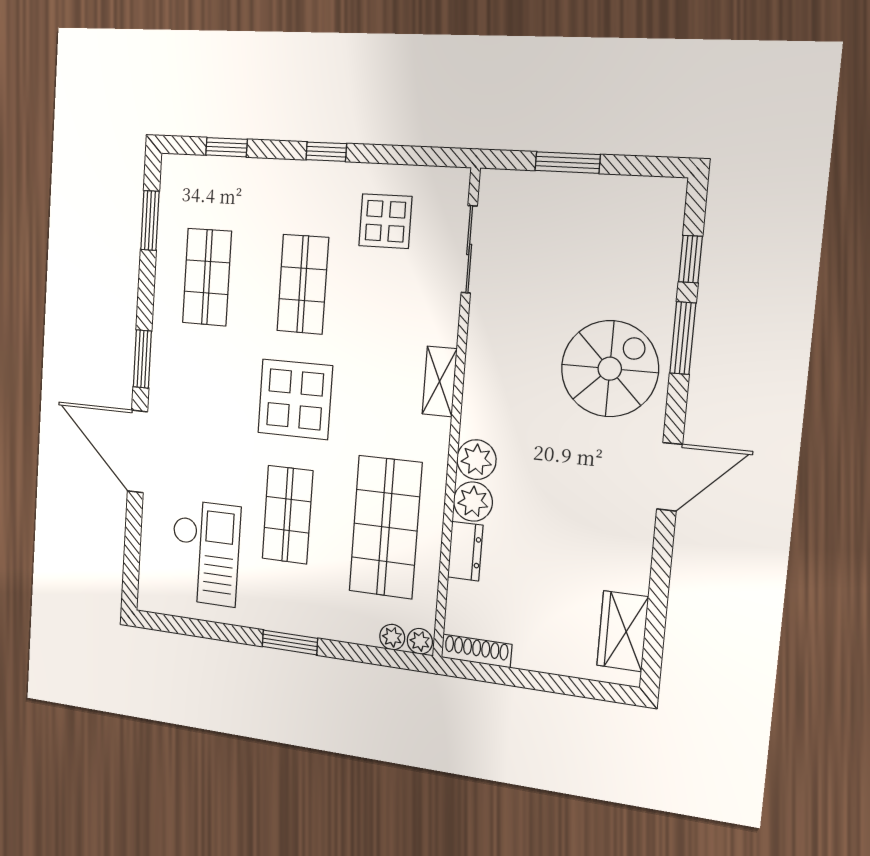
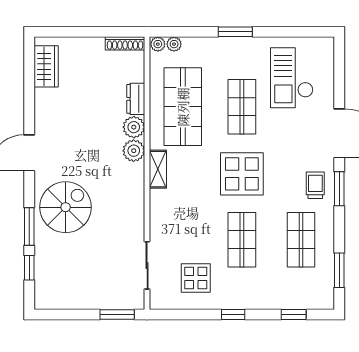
window: (568, 162) -> (117, 315), moved
trolley: (179, 368) -> (315, 185), added
spiral stairs: (610, 369) -> (66, 207), turned 180
shelving: (440, 381) -> (158, 169), moved

